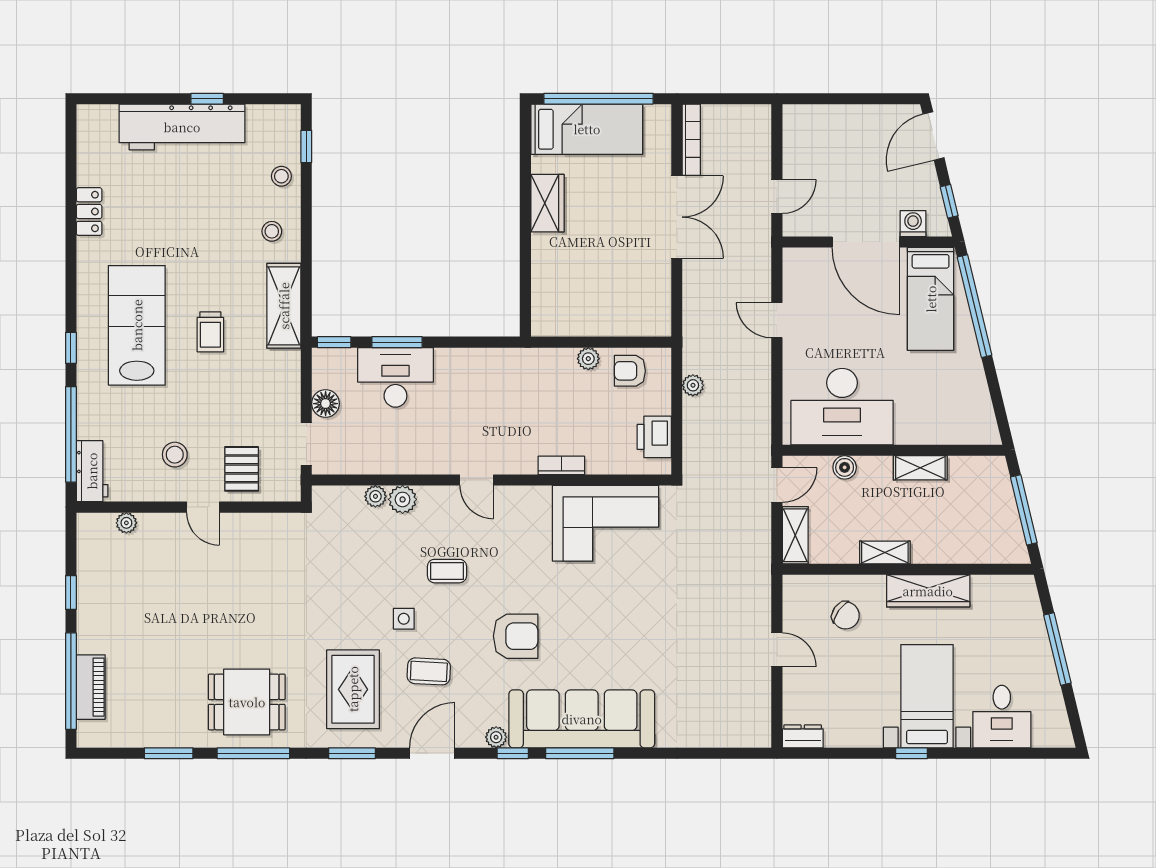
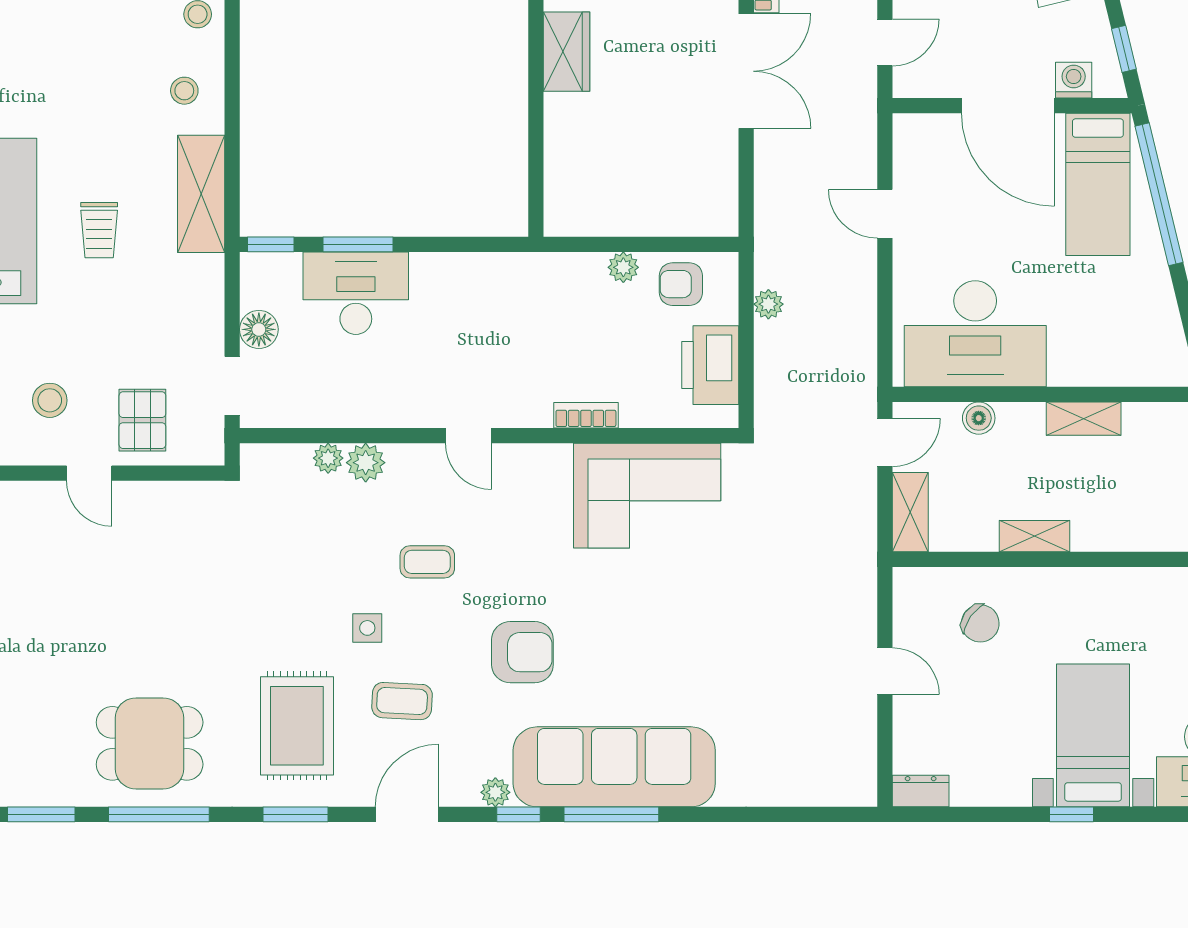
printer: (654, 437) -> (710, 365), width x1.37, depth x1.19
wardrobe: (928, 591) -> (1095, 589), removed

